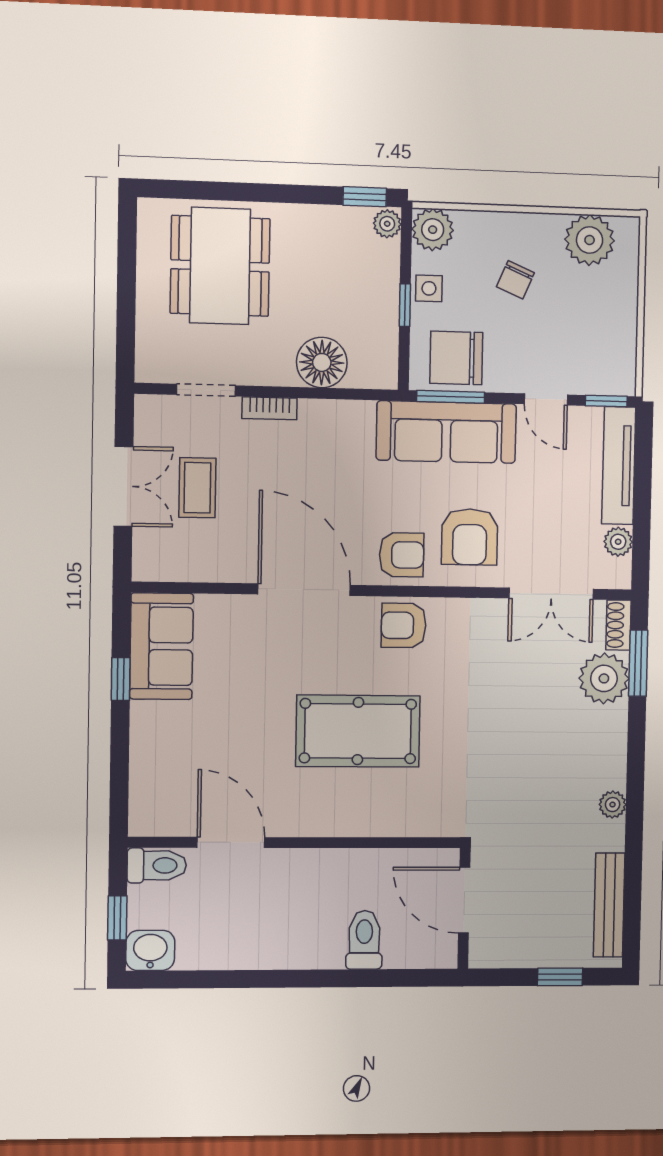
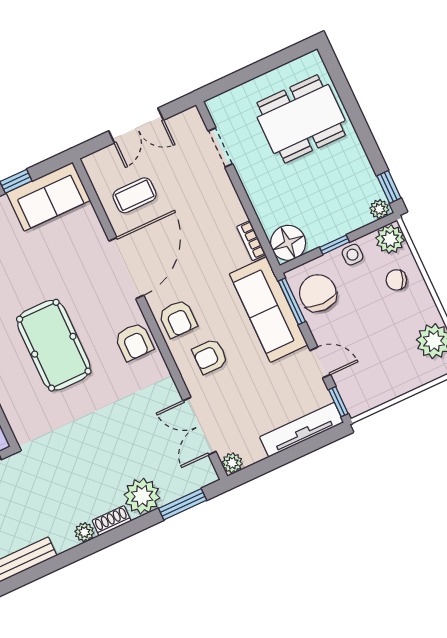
chair: (515, 280) -> (396, 280), moved
floor lamp: (322, 362) -> (288, 243), moved
door: (546, 399) -> (320, 362), swing flipped
bookcase: (270, 408) -> (251, 241), moved
coffee table: (197, 488) -> (135, 195), moved
armchair: (470, 537) -> (210, 356), width x0.72, depth x0.72
plant: (618, 542) -> (232, 463), moved
armchair: (404, 625) -> (134, 342), turned 180
shoe rack: (618, 625) -> (112, 521), moved
plant: (604, 678) -> (142, 496), moved

